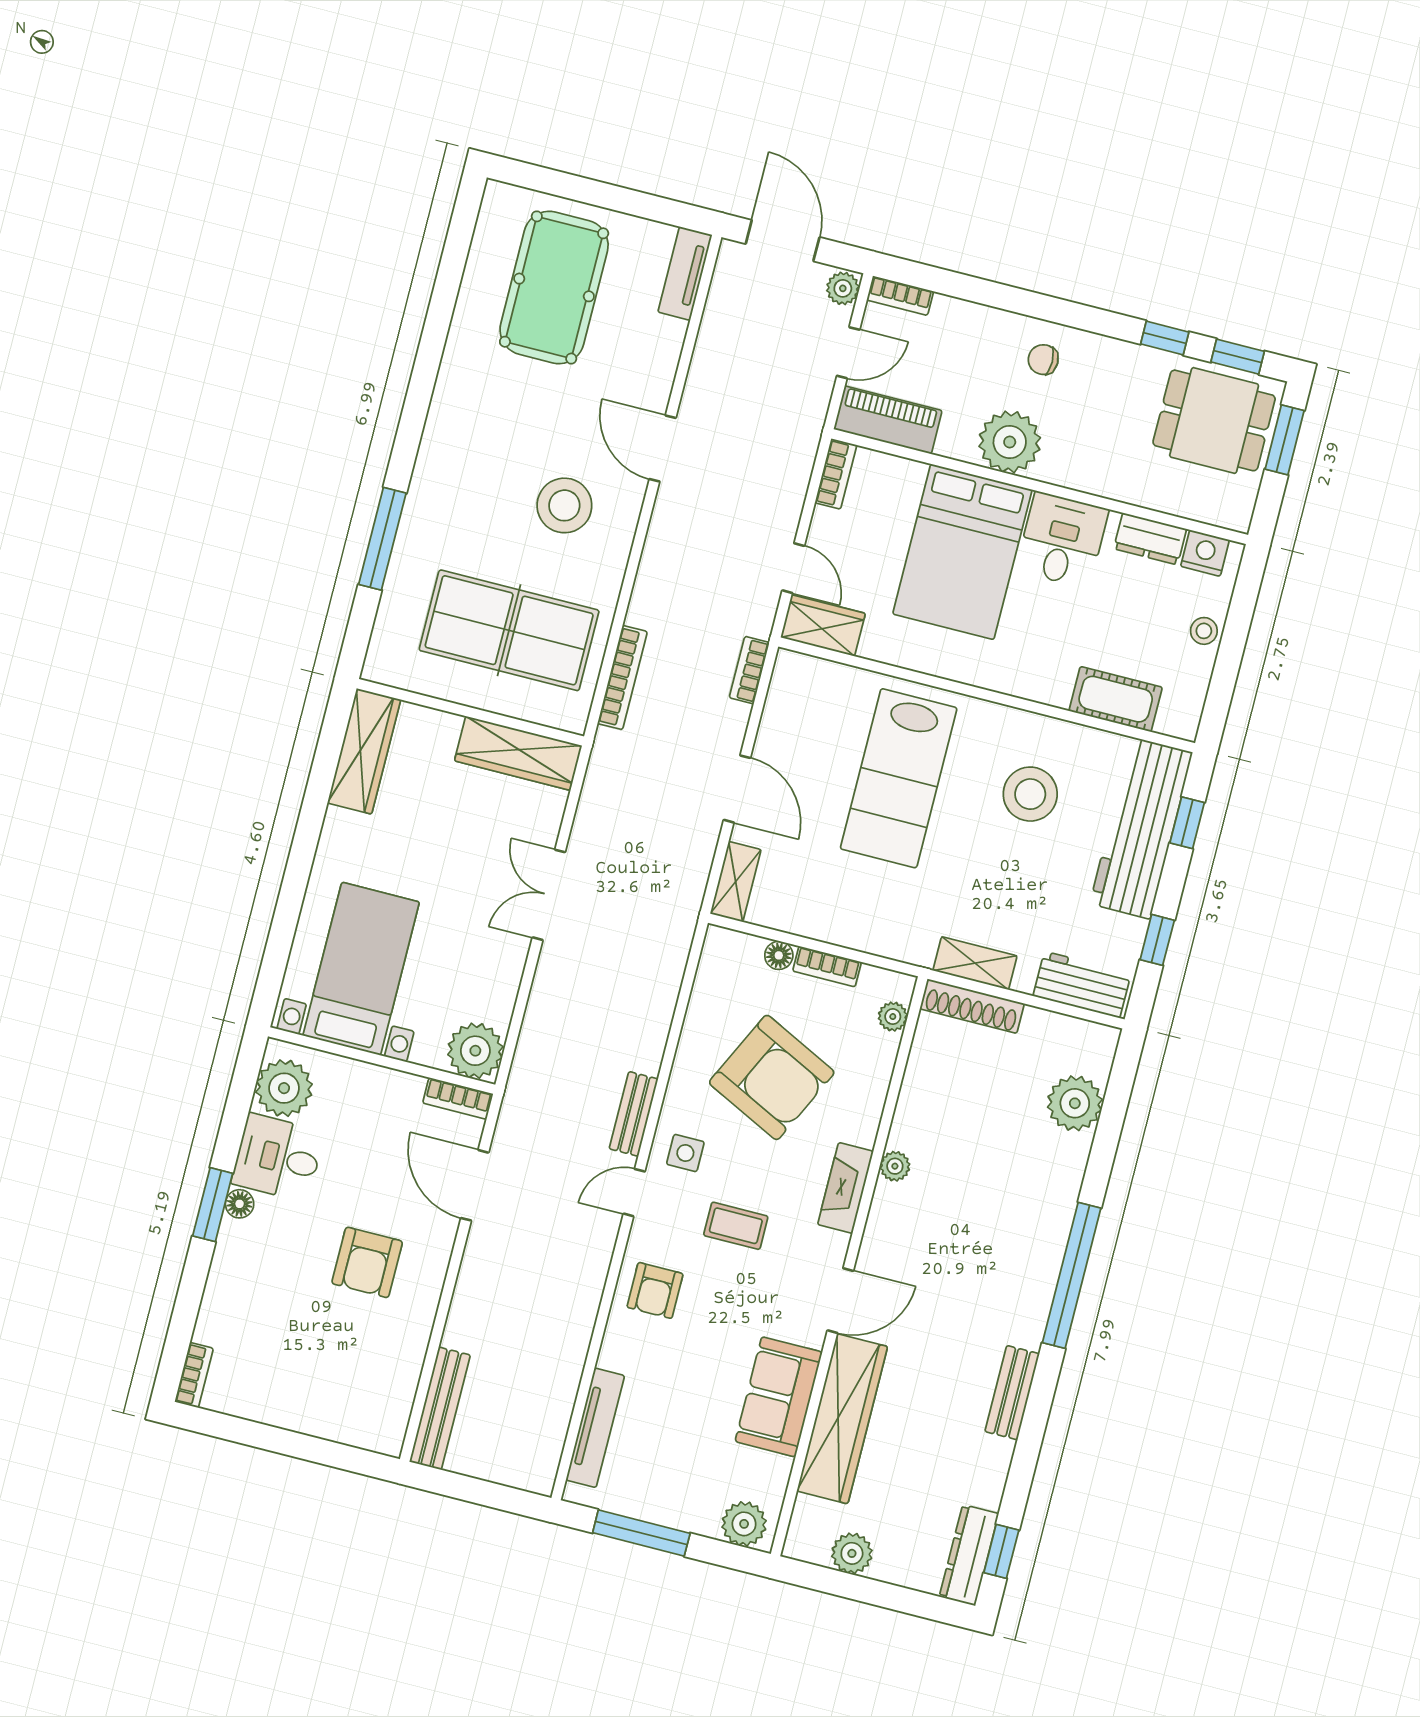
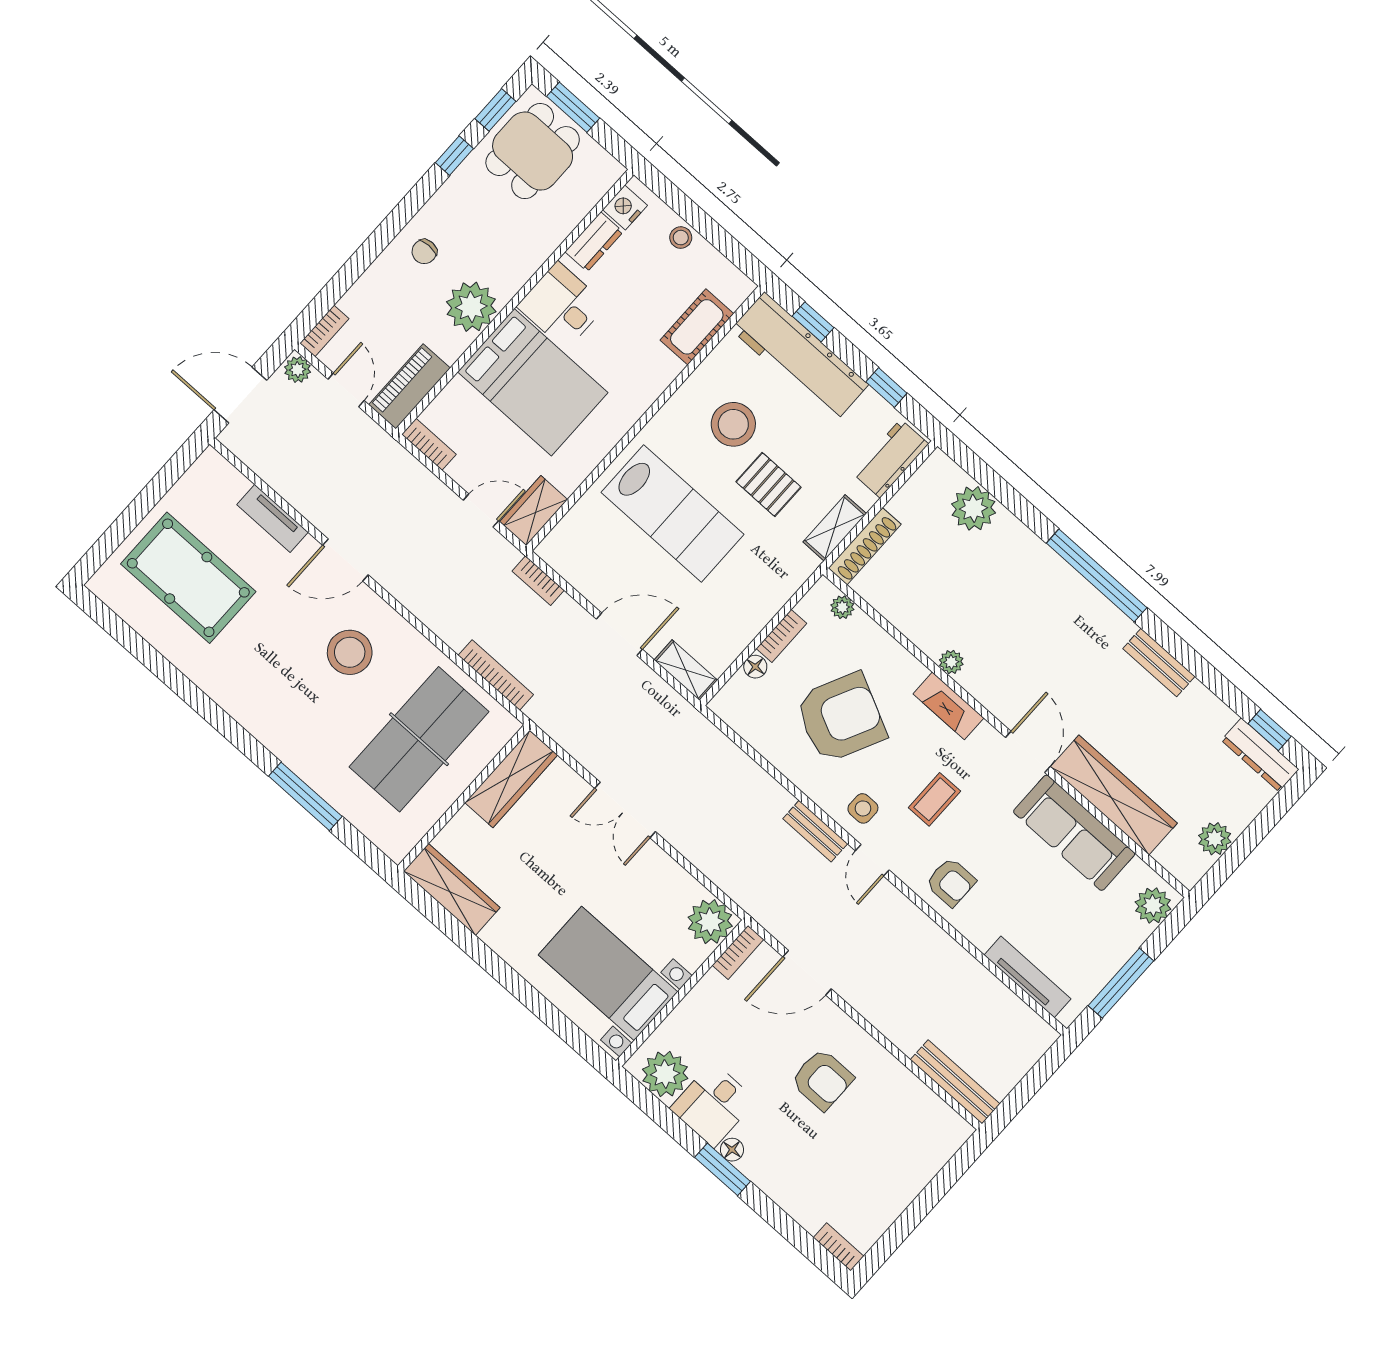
tv unit: (685, 273) -> (272, 518), moved
pallet: (985, 866) -> (768, 484), added
sofa: (779, 1397) -> (1074, 833), width x1.36

